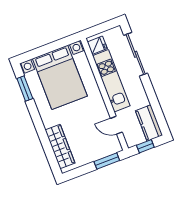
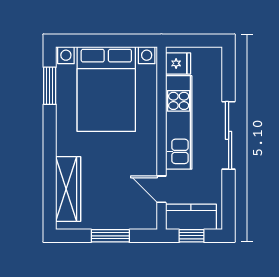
sliding door: (136, 54) -> (229, 135), moved
kitchen counter: (149, 123) -> (191, 217), moved, turned 90
window: (107, 161) -> (110, 236), moved

